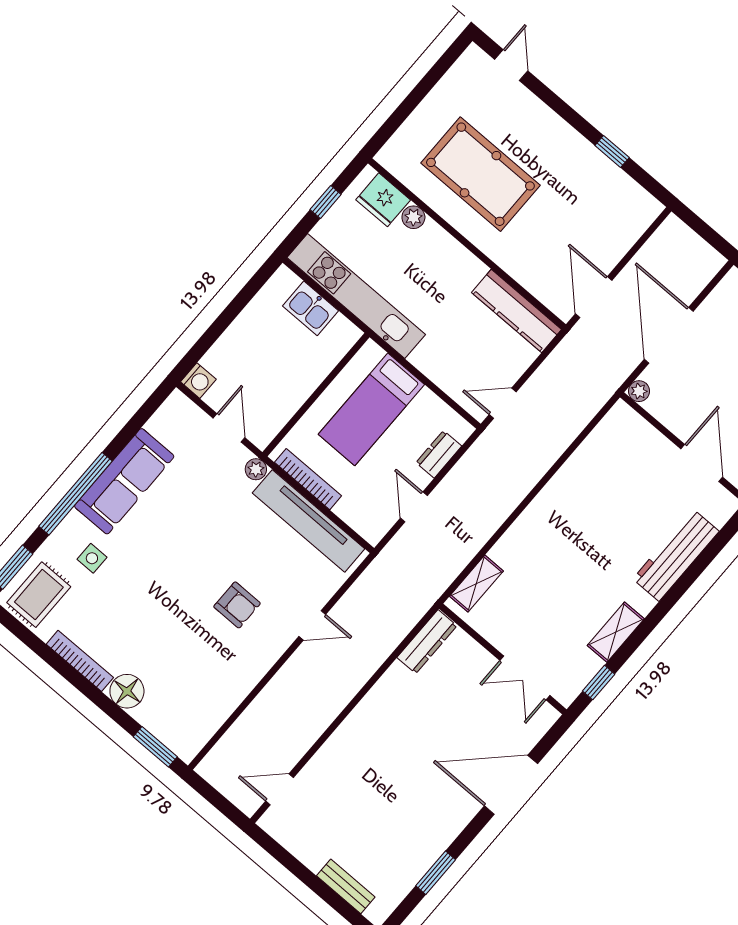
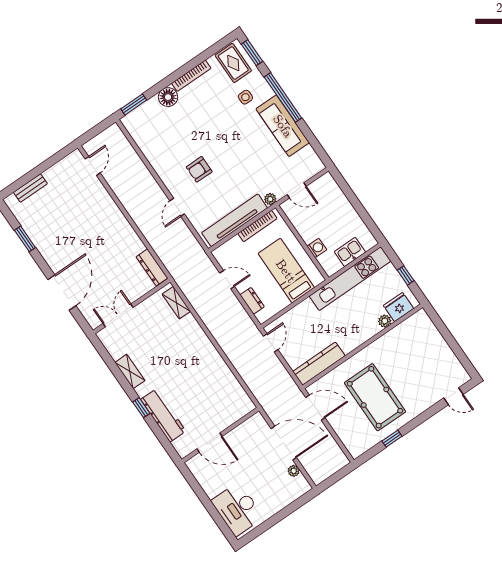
pool table: (480, 174) -> (375, 397), moved, turned 90
washing machine: (198, 381) -> (317, 248), moved, turned 180
plant: (639, 391) -> (294, 471), moved
window: (599, 683) -> (141, 408), moved

